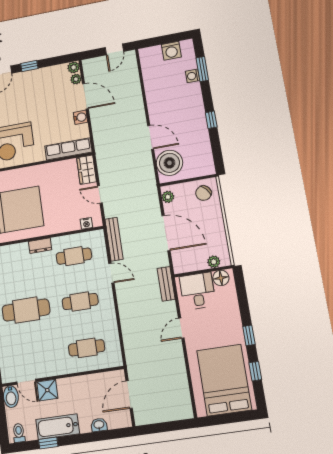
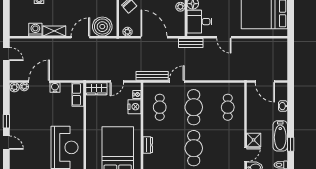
washing machine: (171, 51) -> (35, 30), moved, turned -90
shelving: (154, 103) -> (54, 31), added
row of seats: (68, 149) -> (78, 94), width x0.68
nightstand: (70, 223) -> (134, 107), added
door: (166, 233) -> (154, 37), hinge flipped
dresser: (40, 246) -> (148, 145), moved
cafe table: (80, 302) -> (194, 107), width x1.37, depth x1.35

